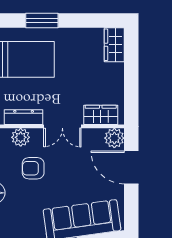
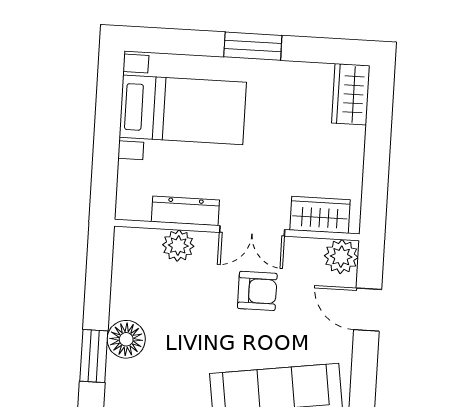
window: (42, 21) -> (253, 46), moved
armchair: (33, 168) -> (257, 291), moved, turned 180
door: (131, 168) -> (368, 310), width x0.73

